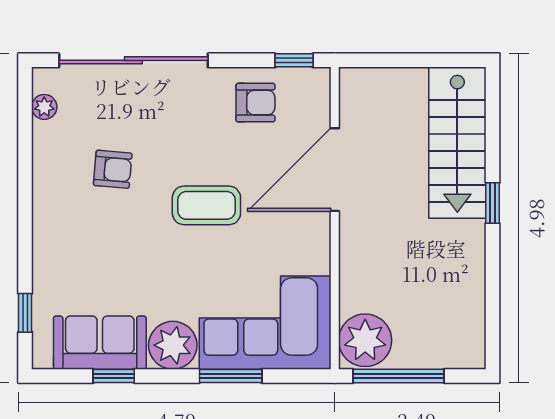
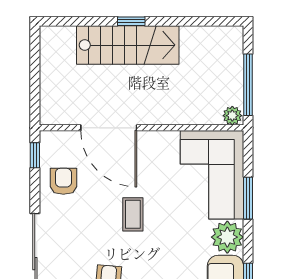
stairs: (457, 143) -> (128, 45), moved
coffee table: (206, 205) -> (133, 214), width x0.73, depth x0.77
plant: (365, 340) -> (232, 116), width x0.53, depth x0.53

